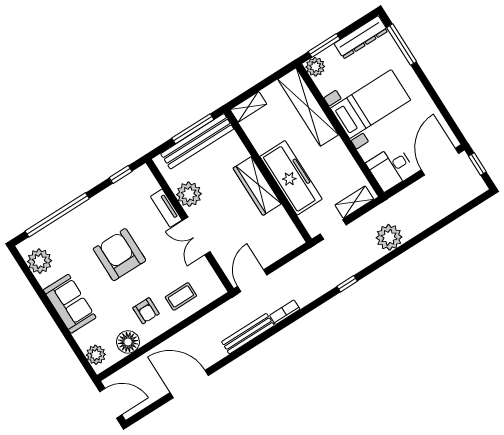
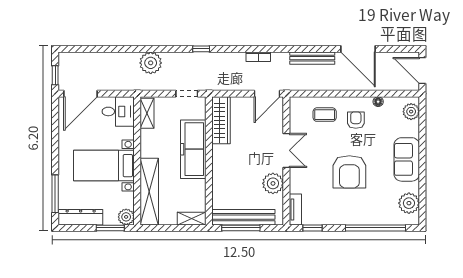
wardrobe: (257, 186) -> (221, 120), moved
shelving: (354, 202) -> (147, 113), moved, turned 90
tv unit: (166, 208) -> (295, 209), moved
bench: (248, 334) -> (312, 58), moved
floor lamp: (128, 342) -> (378, 102), width x0.53, depth x0.53

